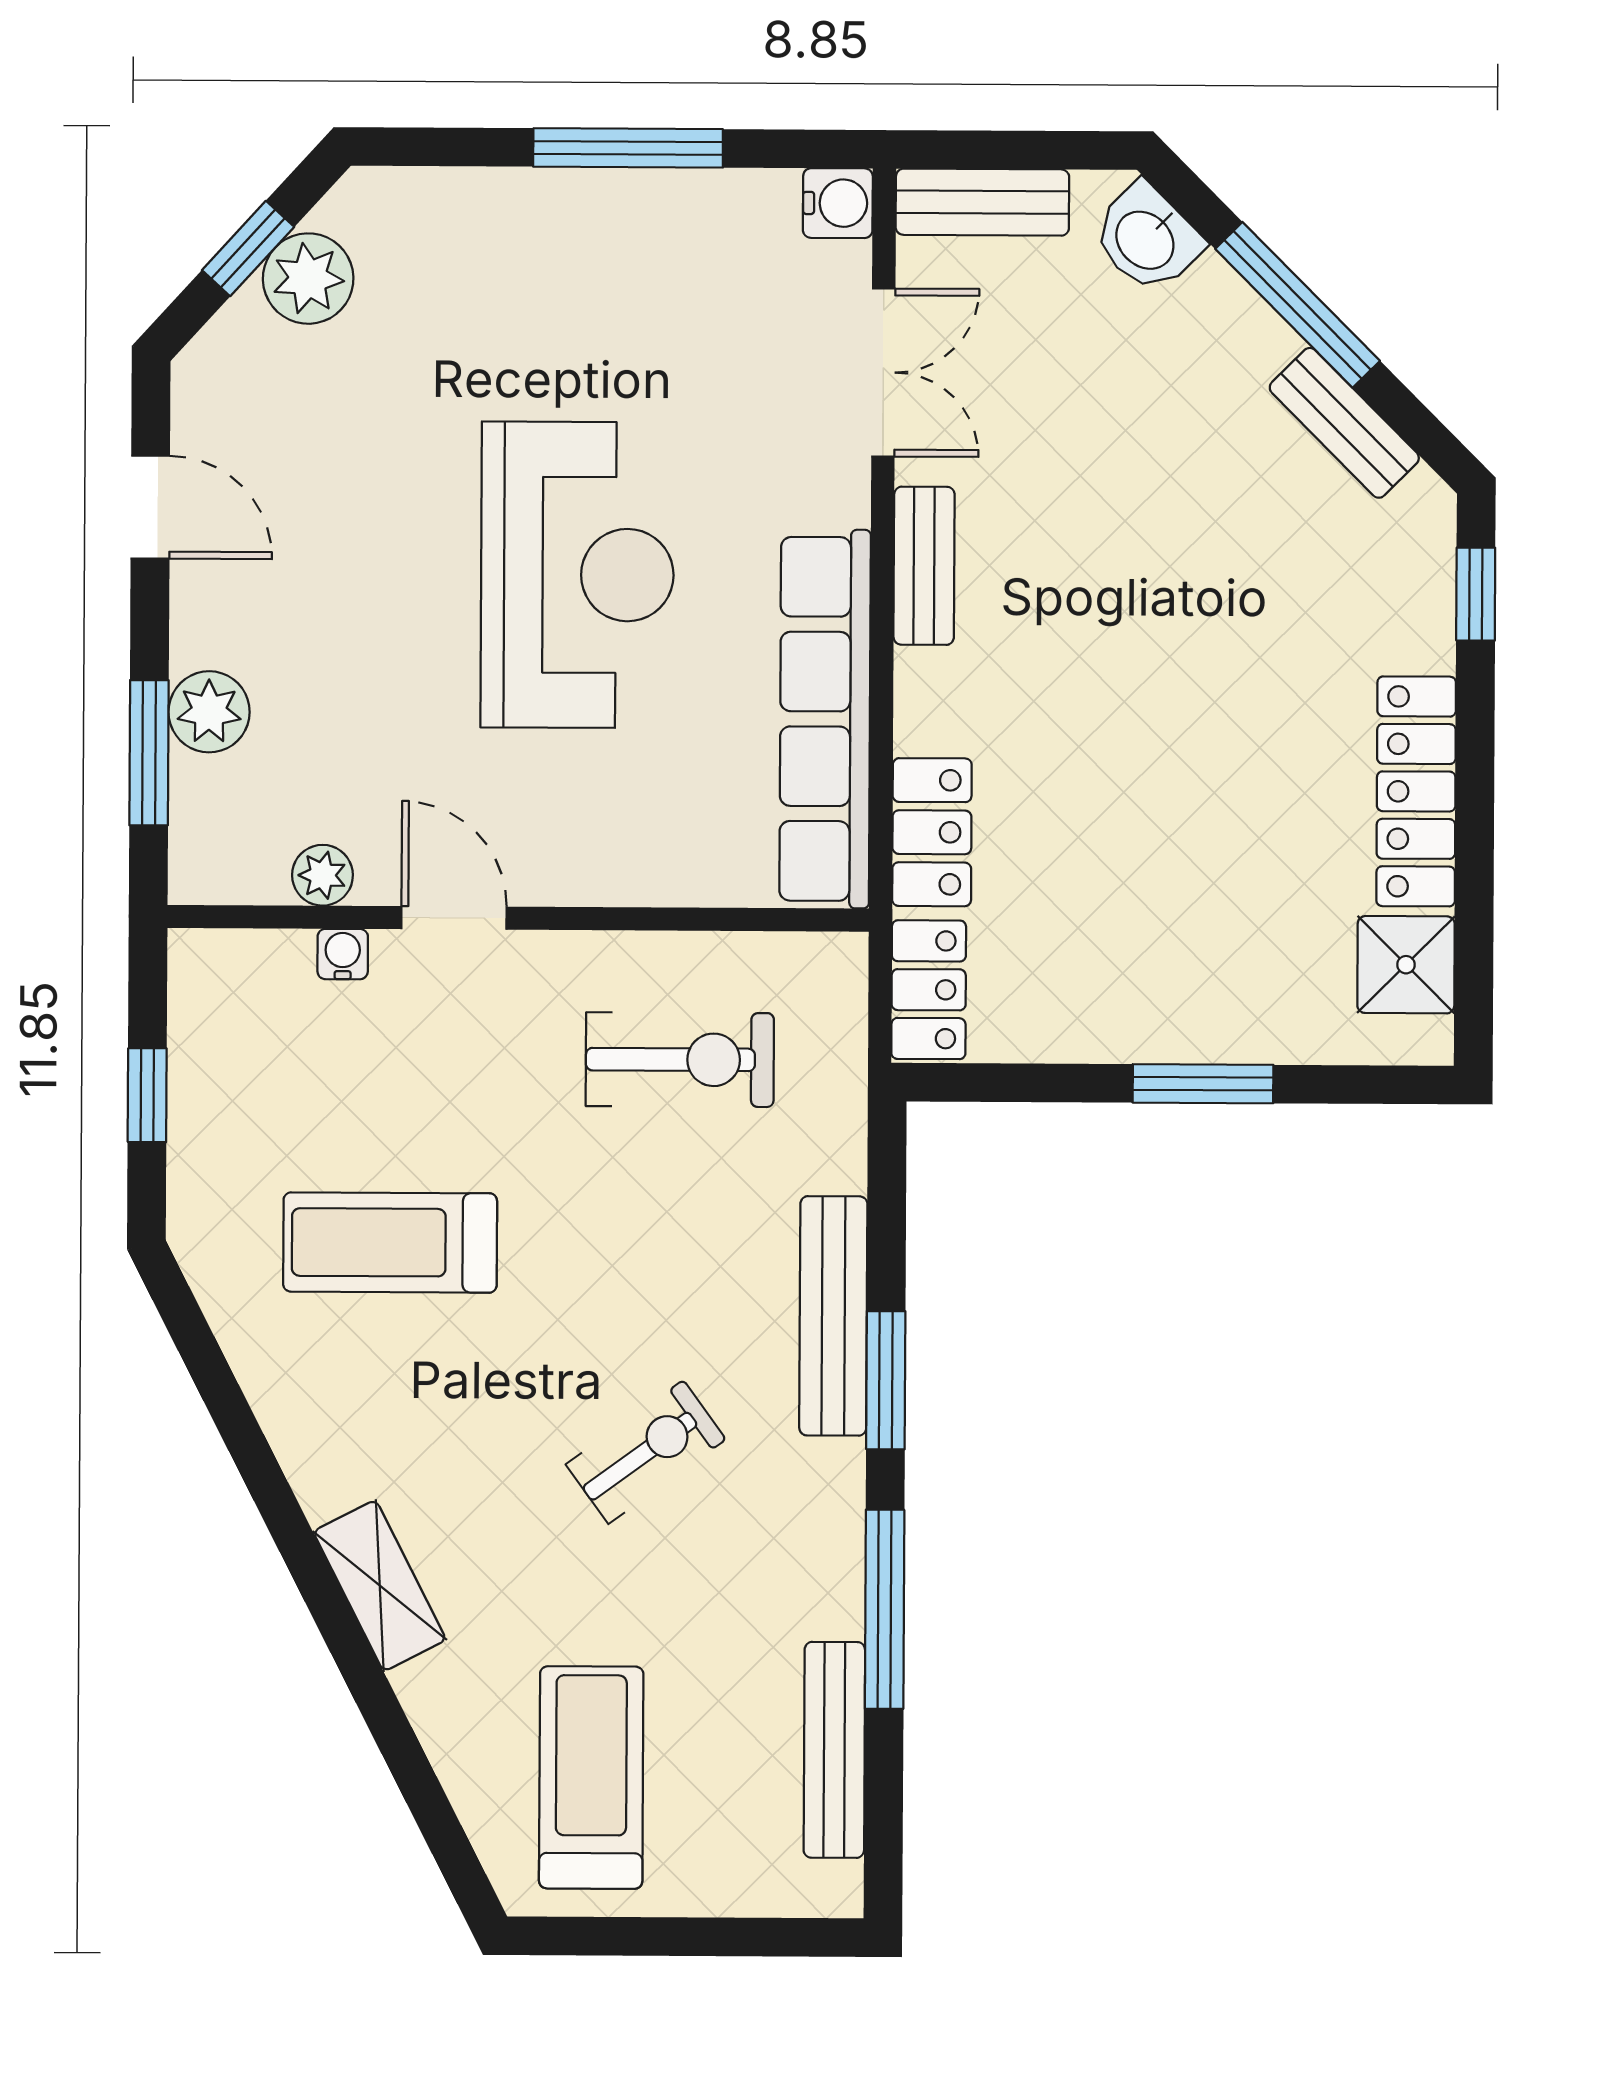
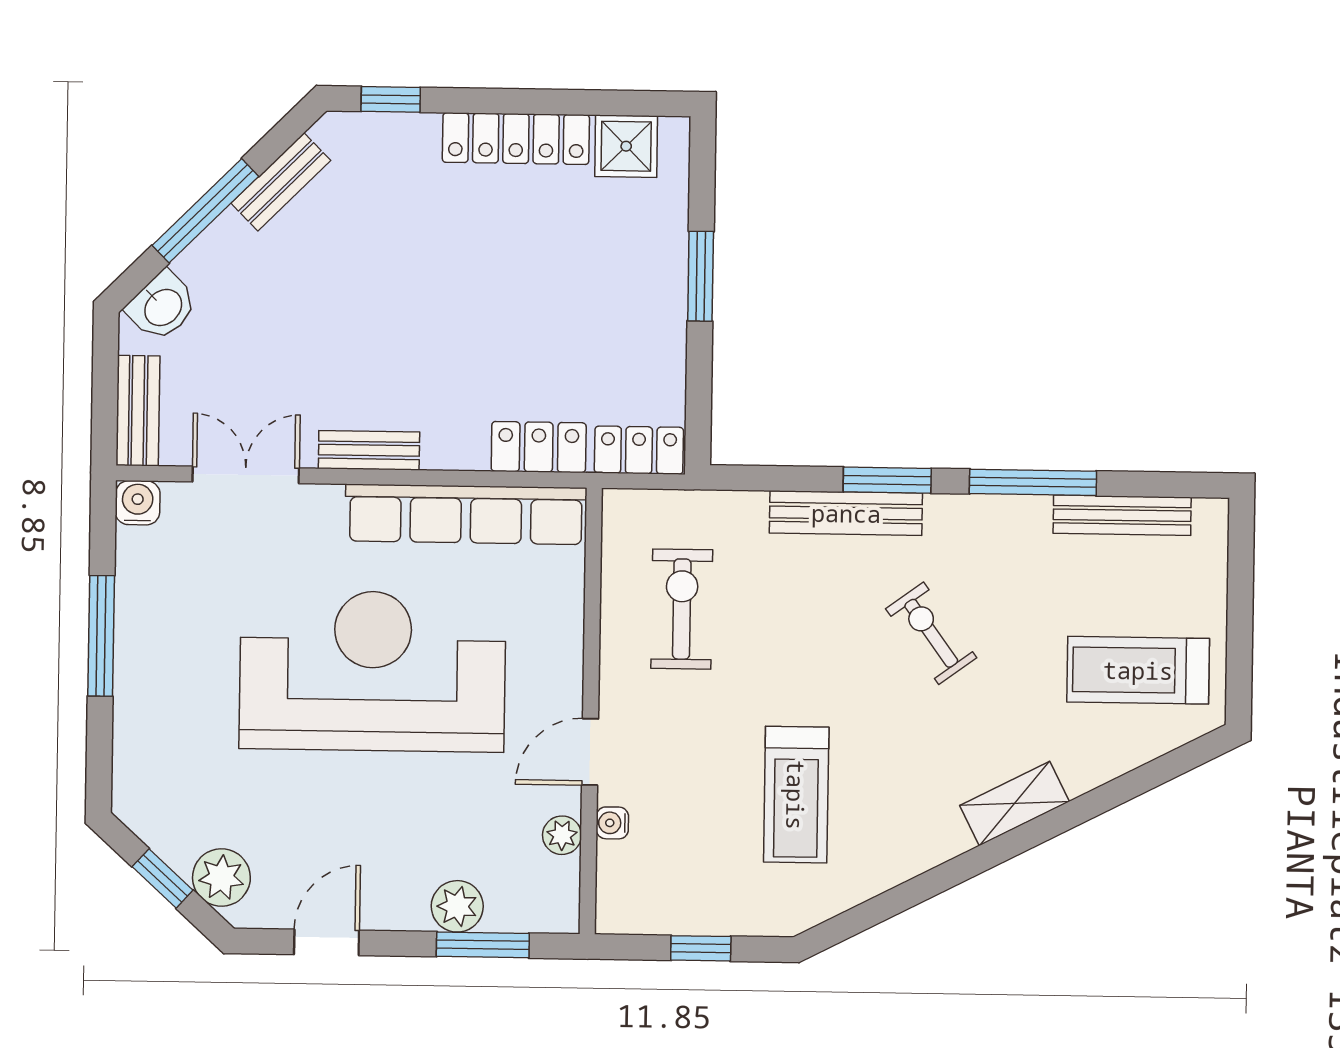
plant: (308, 279) -> (221, 877), moved
reception desk: (577, 575) -> (372, 671), width x1.36, depth x1.30

